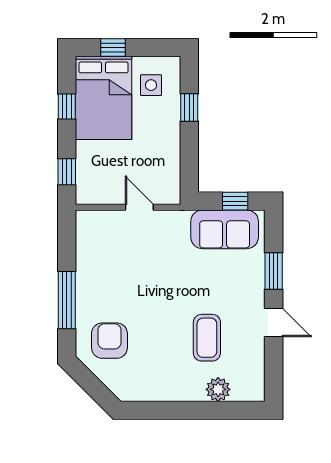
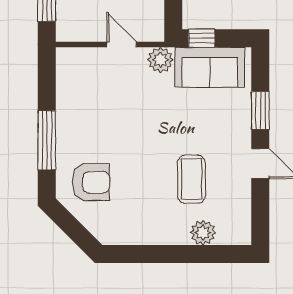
window: (235, 201) -> (202, 38), moved
plant: (177, 222) -> (160, 60), added
armchair: (109, 341) -> (91, 182), turned 90

